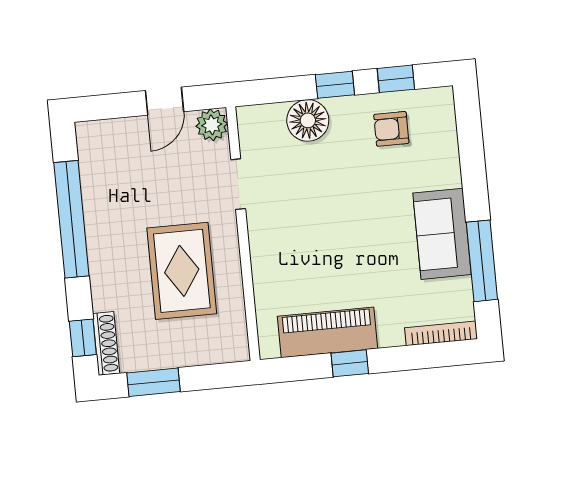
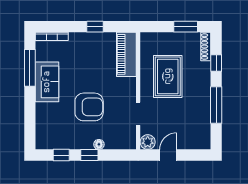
floor lamp: (308, 120) -> (99, 144), width x0.53, depth x0.53
armchair: (391, 129) -> (89, 107), moved, width x1.88, depth x1.88
window: (71, 219) -> (216, 105), width x0.68
piano: (327, 332) -> (126, 54), moved, turned 90
window: (83, 338) -> (216, 63), moved

